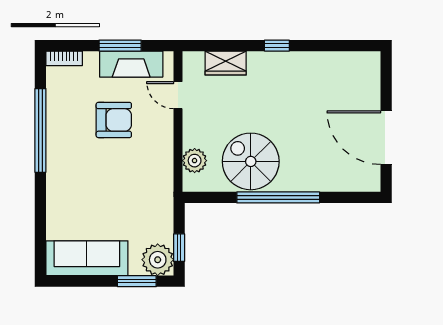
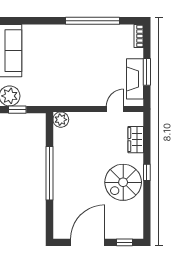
window: (386, 80) -> (125, 242), added
armchair: (114, 120) -> (99, 68), removed
plant: (195, 161) -> (61, 120), moved
spiral stairs: (251, 161) -> (123, 182), moved, turned 180

